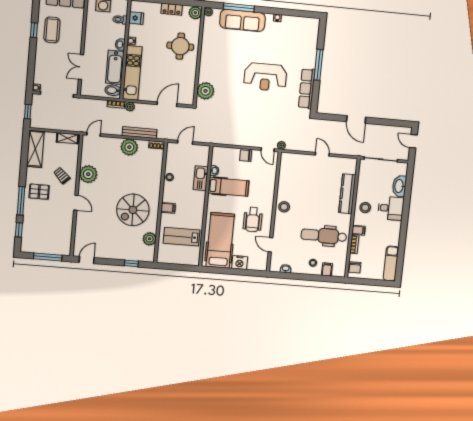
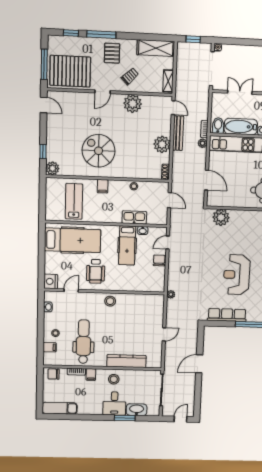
bench: (140, 133) -> (178, 133), moved
door: (268, 150) -> (168, 242), moved
window: (407, 199) -> (125, 418), added
wheelchair: (253, 220) -> (96, 271), turned -90
pallet: (55, 233) -> (70, 71), added
plant: (150, 239) -> (52, 168), moved
nightstand: (240, 263) -> (51, 281), moved

